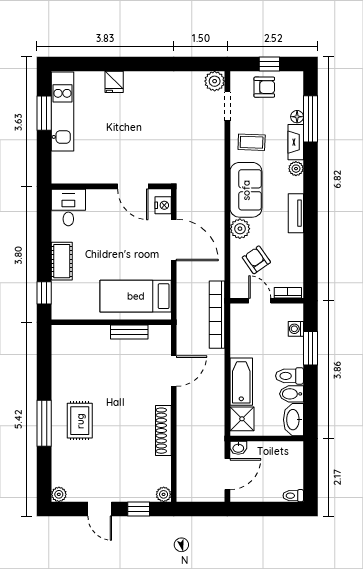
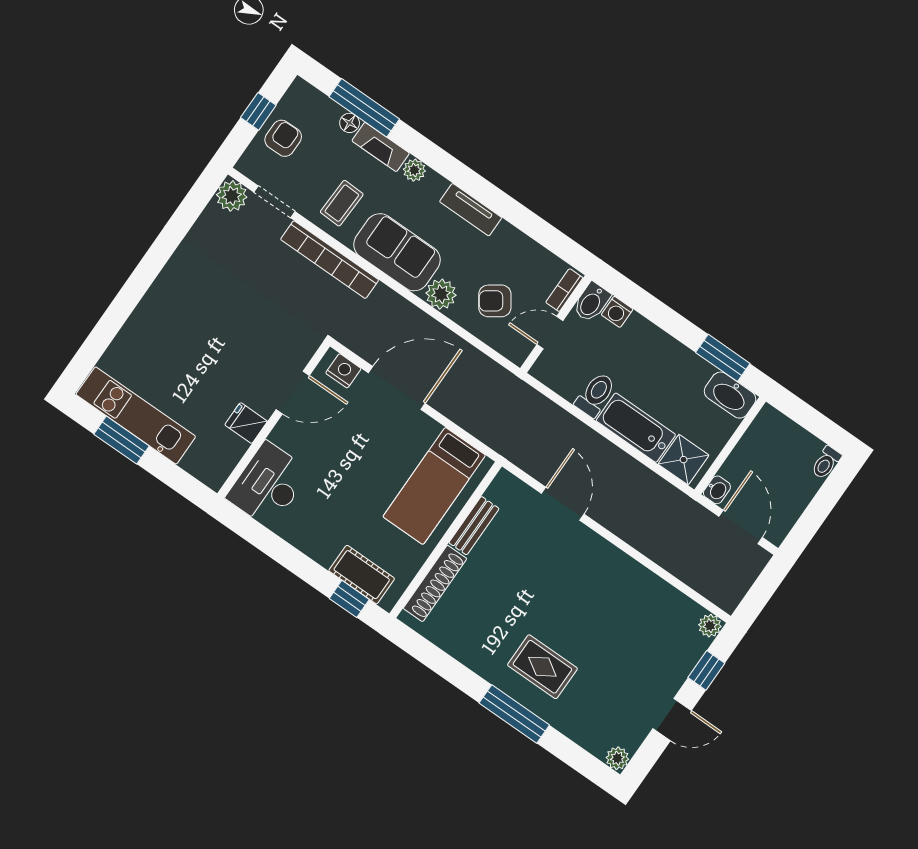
fridge: (114, 82) -> (246, 423), moved, turned 180
desk: (68, 208) -> (268, 485), width x1.37
cot: (62, 261) -> (362, 575), moved
bookcase: (217, 315) -> (330, 260), moved
window: (310, 348) -> (723, 358), moved
toilet: (290, 376) -> (595, 395), moved, turned 180
bidet: (291, 394) -> (592, 302), moved
shoe rack: (163, 431) -> (435, 583), moved, turned -90

